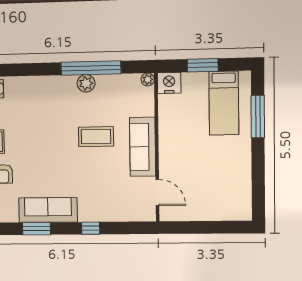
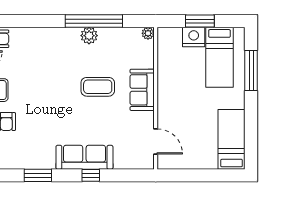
nightstand: (169, 83) -> (194, 37), moved
sofa: (143, 147) -> (142, 90), width x0.73
bed: (237, 190) -> (232, 139), added
sofa: (48, 210) -> (84, 157), moved

